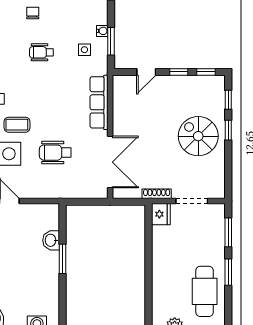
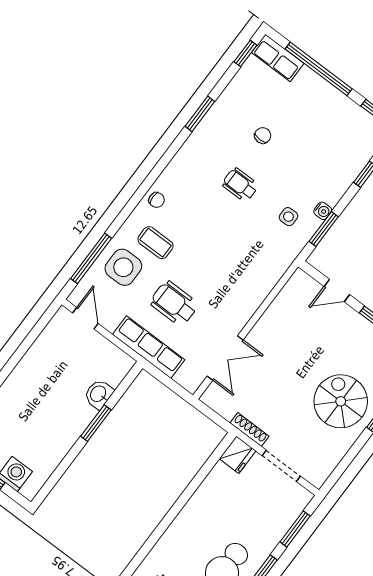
row of seats: (99, 102) -> (149, 347), moved, turned 90
double door: (110, 162) -> (225, 358), width x0.73

